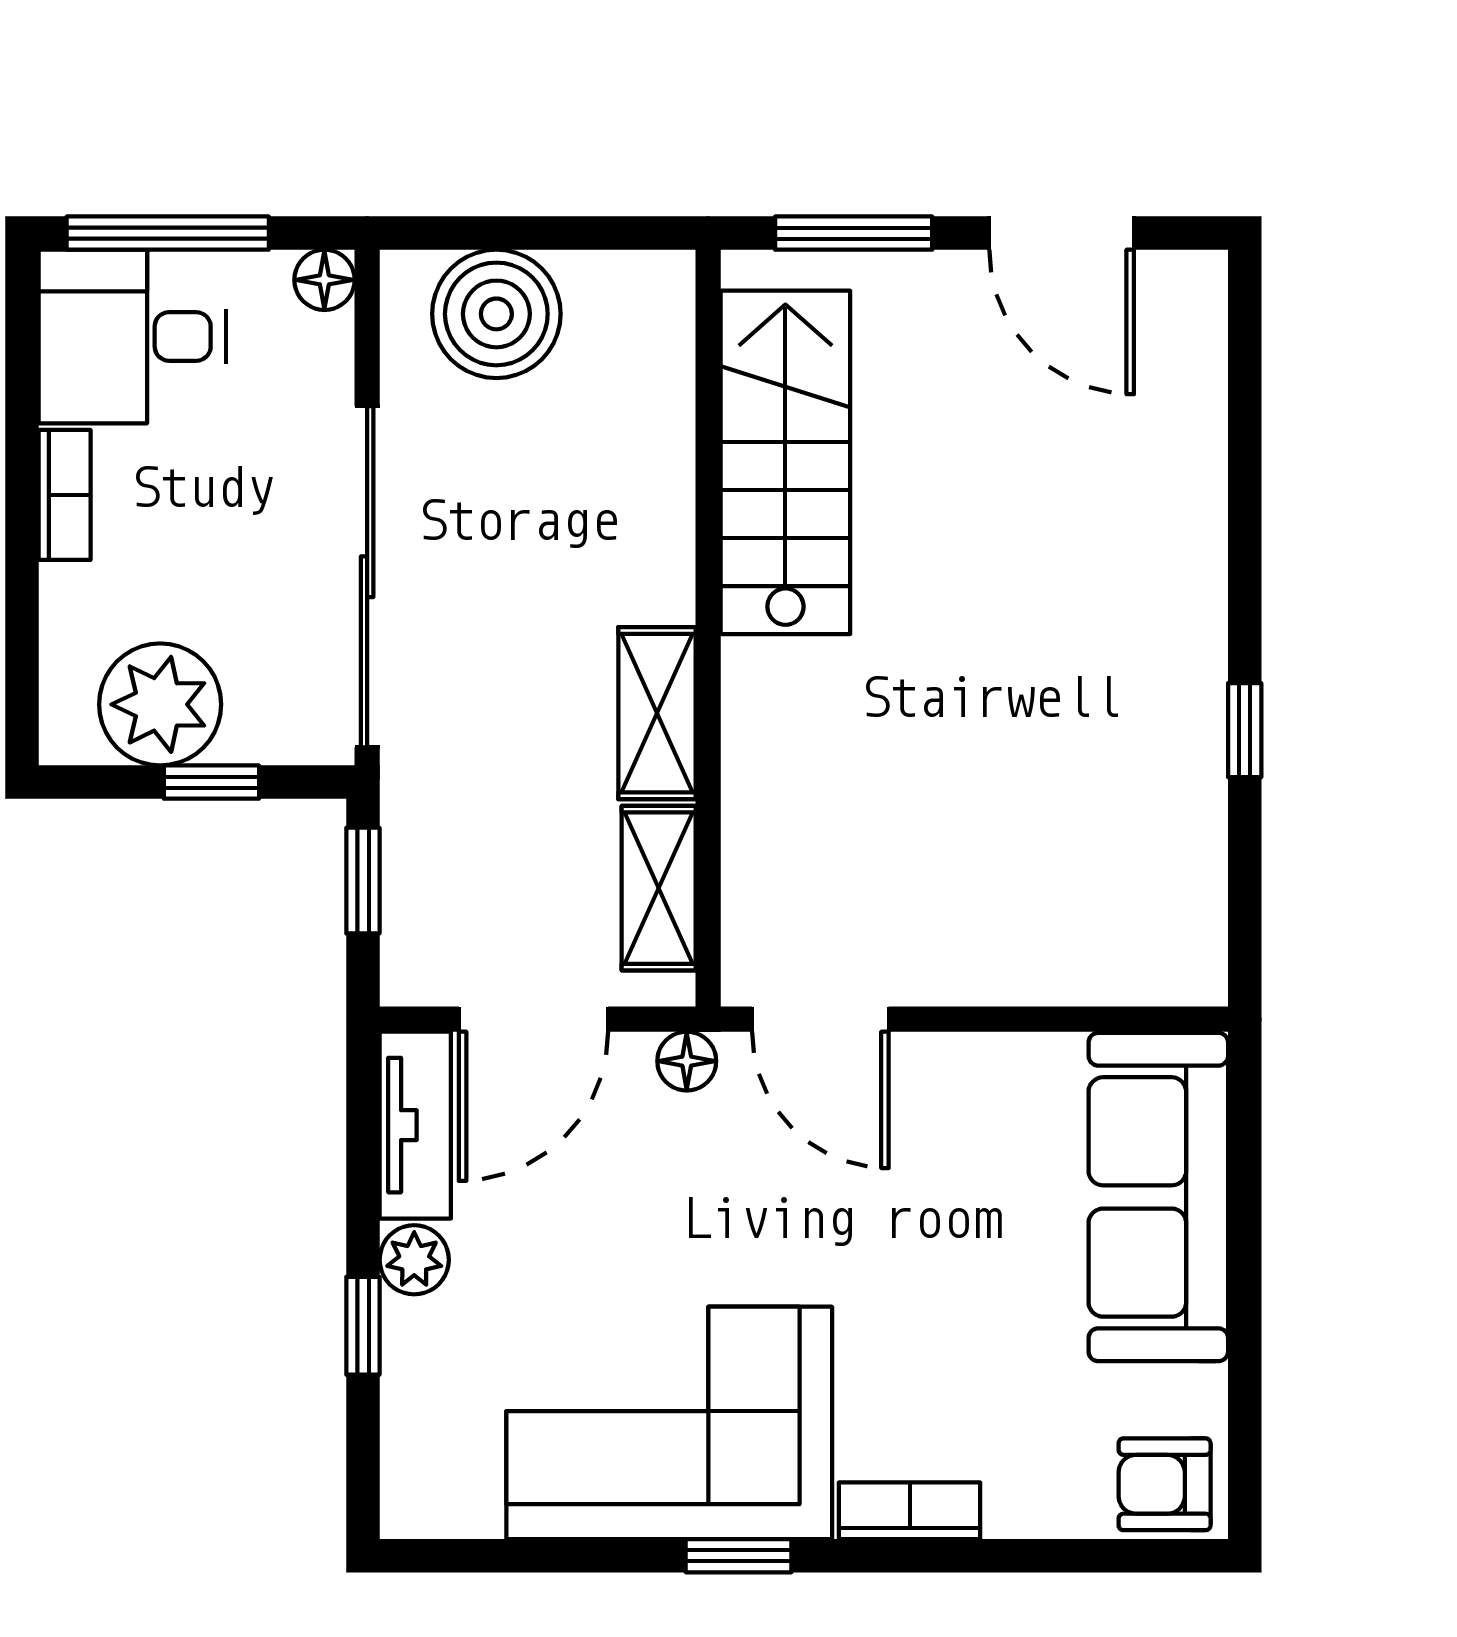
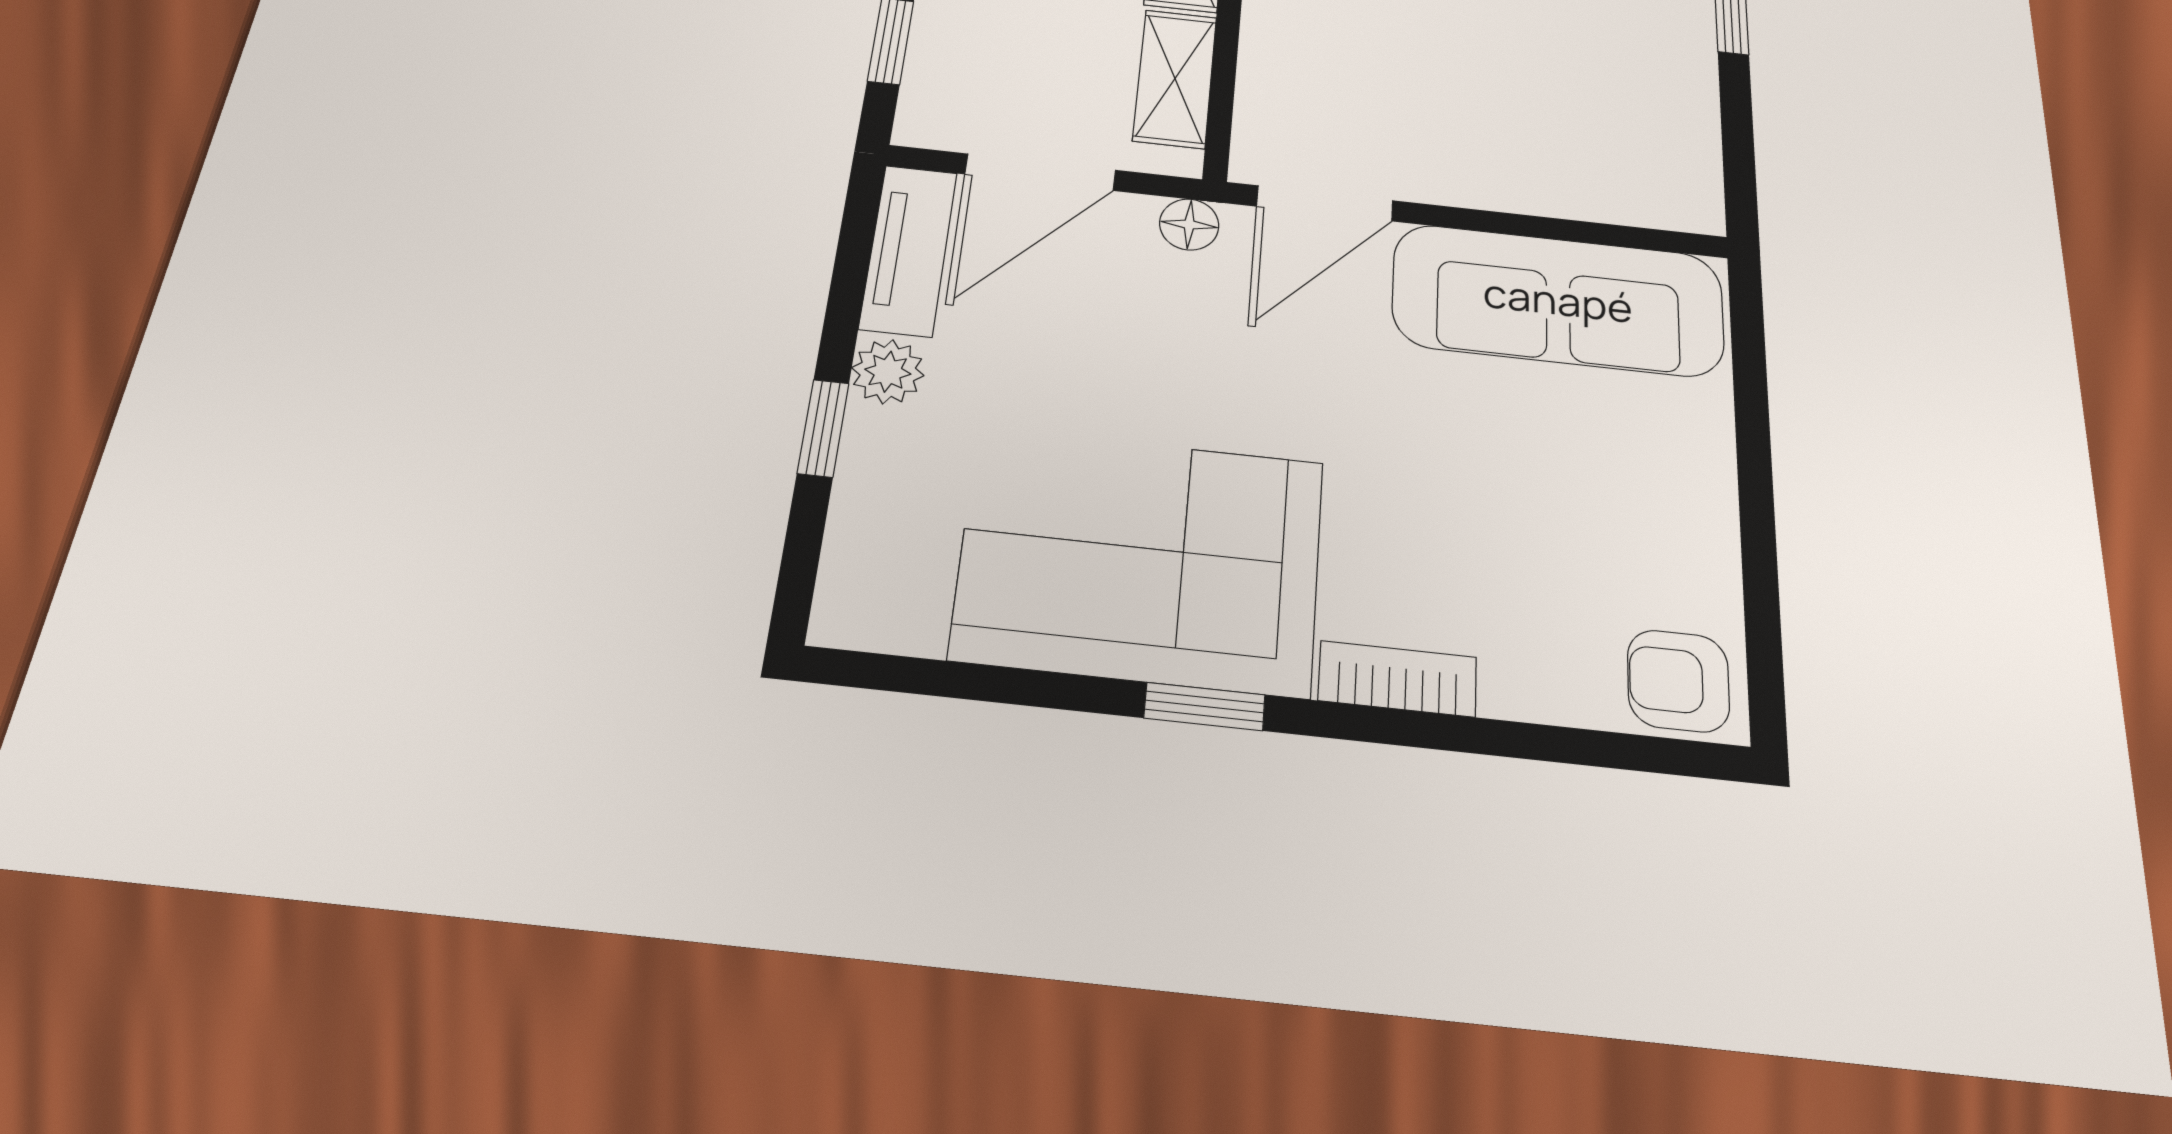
door: (820, 1019) -> (1325, 203), hinge flipped
sofa: (1158, 1197) -> (1558, 300), moved, turned -90

